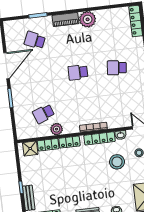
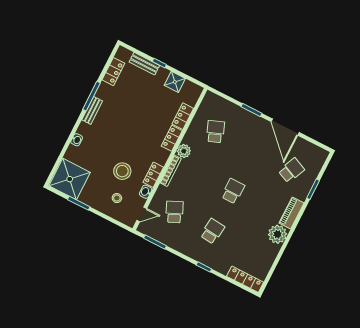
school desk: (121, 105) -> (174, 212), added
plant: (57, 129) -> (184, 151), moved
locker: (99, 138) -> (153, 175), width x0.66
shower: (30, 149) -> (175, 82), moved

